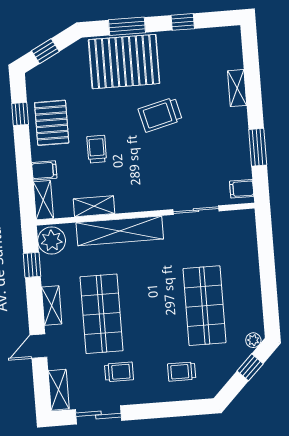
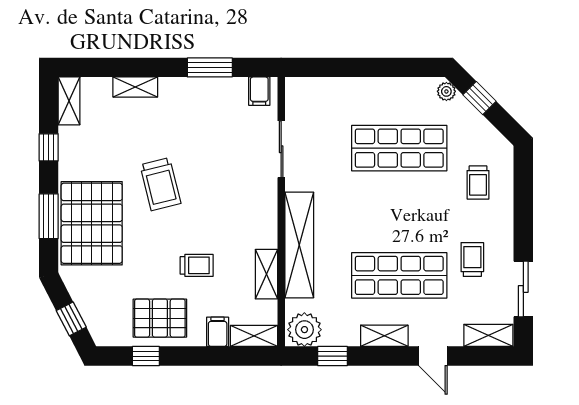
shelving: (222, 35) -> (69, 101), added
trolley: (97, 149) -> (197, 265), turned 180

